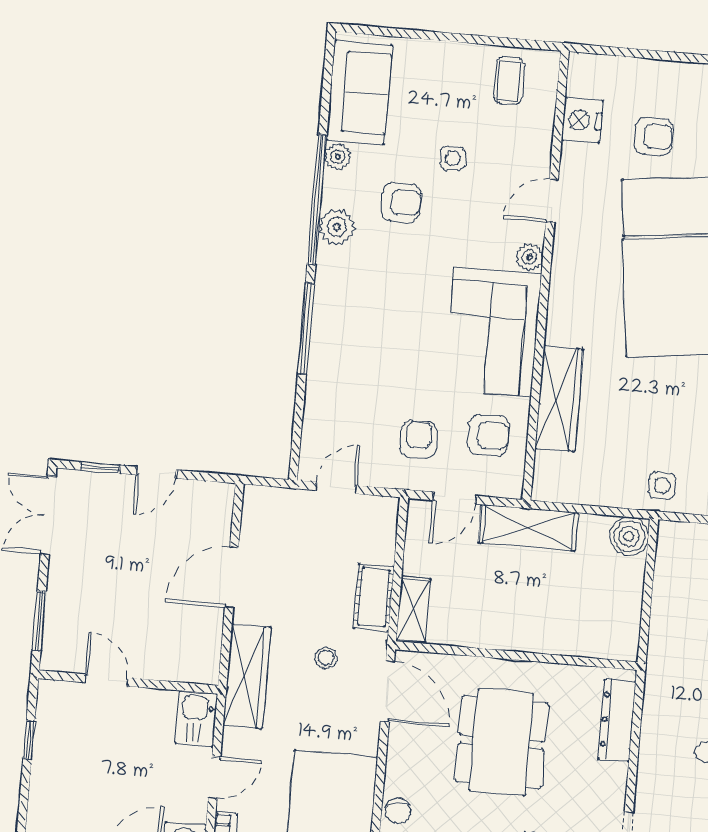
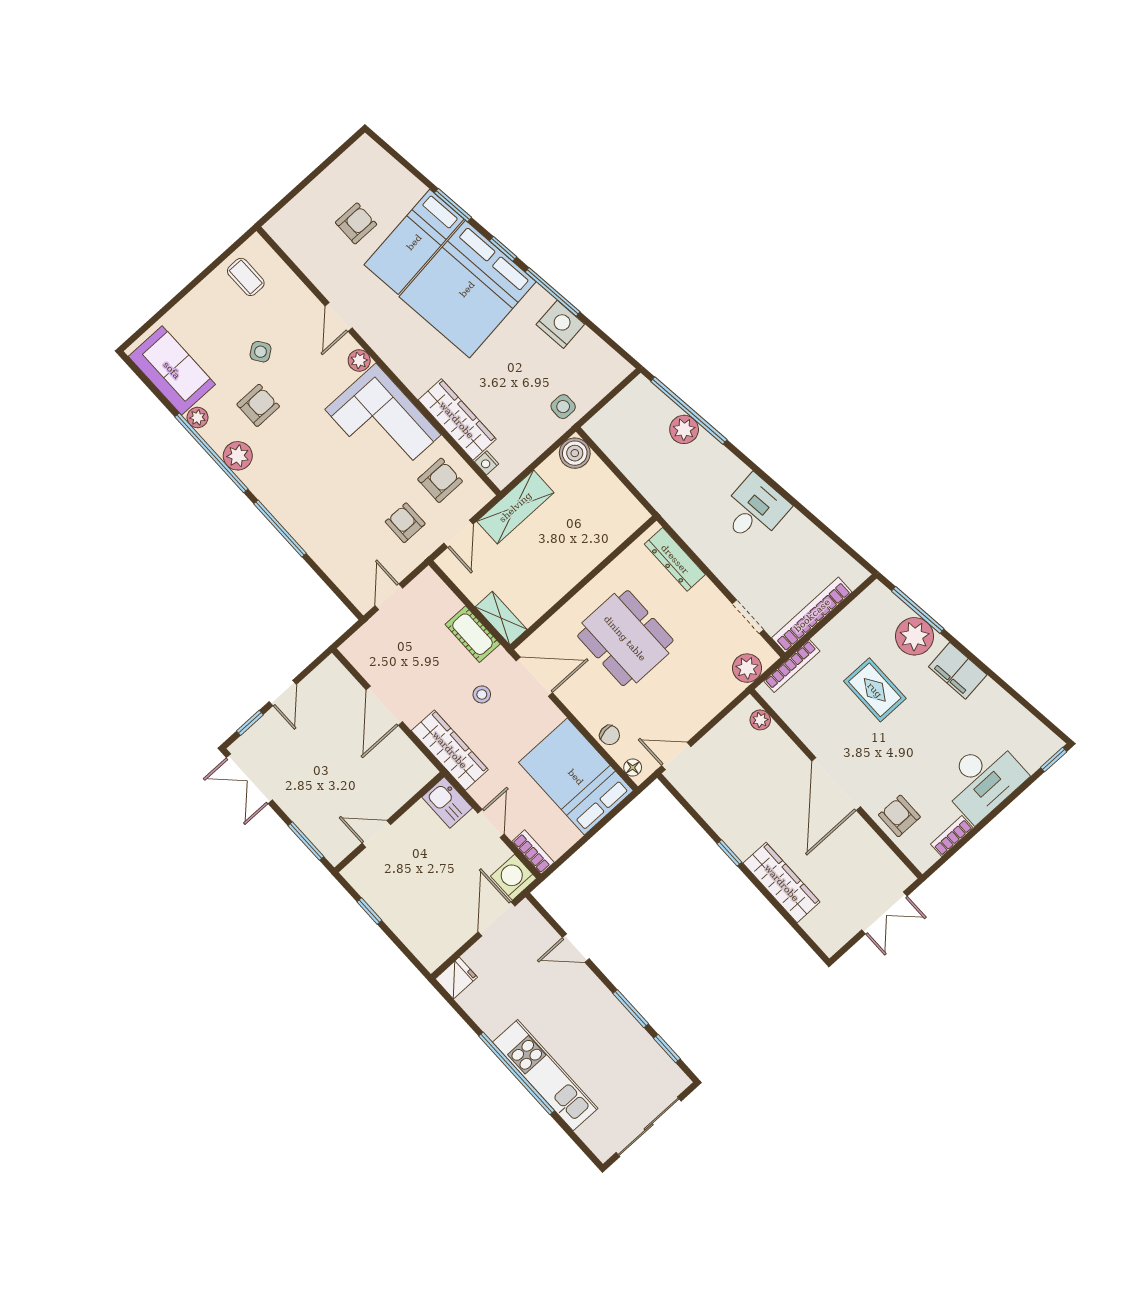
nightstand: (582, 120) -> (487, 463), moved, width x0.53, depth x0.56
side table: (453, 158) -> (260, 352), turned -35

